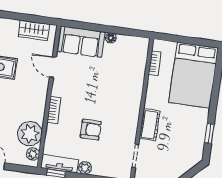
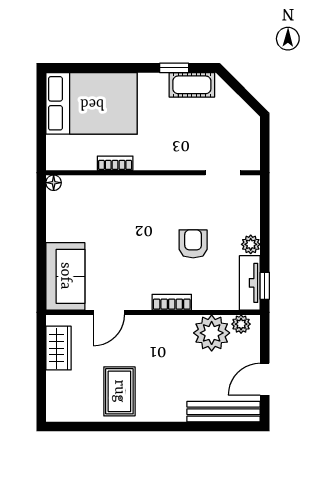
floor lamp: (111, 38) -> (54, 183), moved
bookcase: (155, 63) -> (115, 163), moved
cot: (150, 125) -> (192, 85), moved

